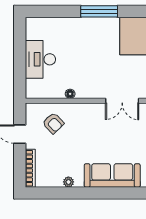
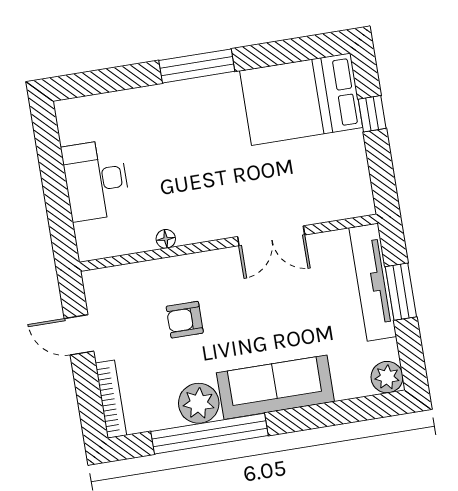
armchair: (53, 123) -> (185, 320), moved, turned 134
plant: (68, 182) -> (199, 403), width x1.88, depth x1.88
window: (76, 193) -> (209, 434), added

